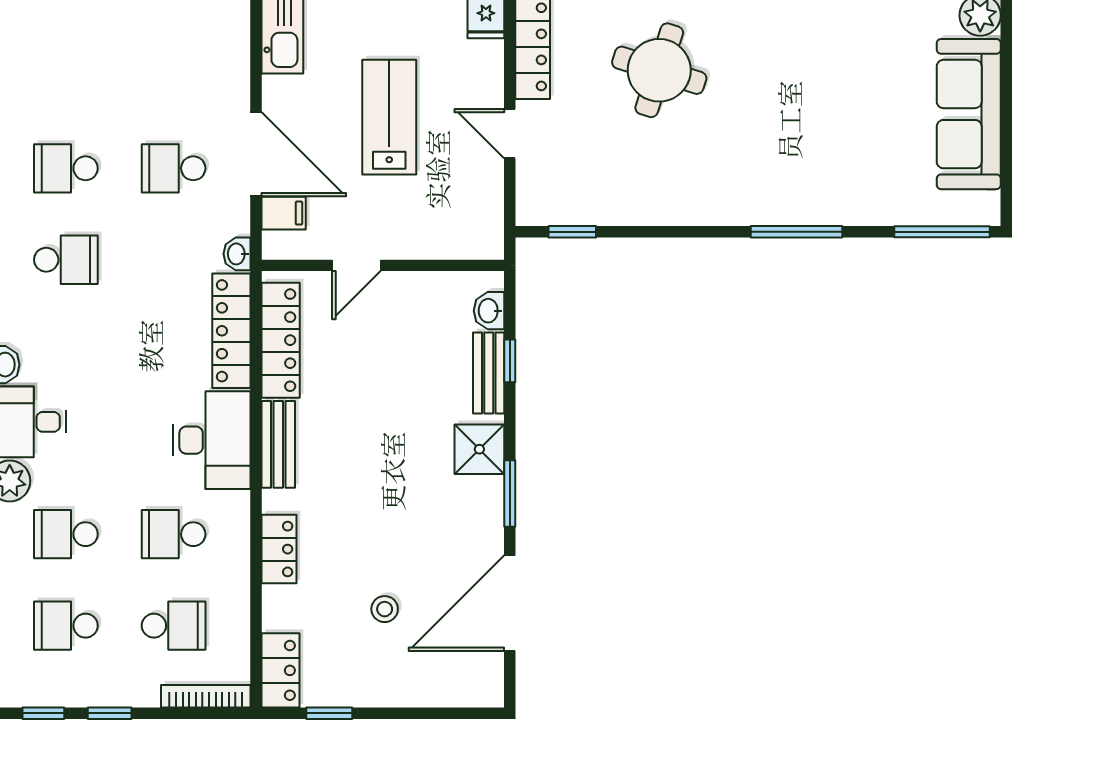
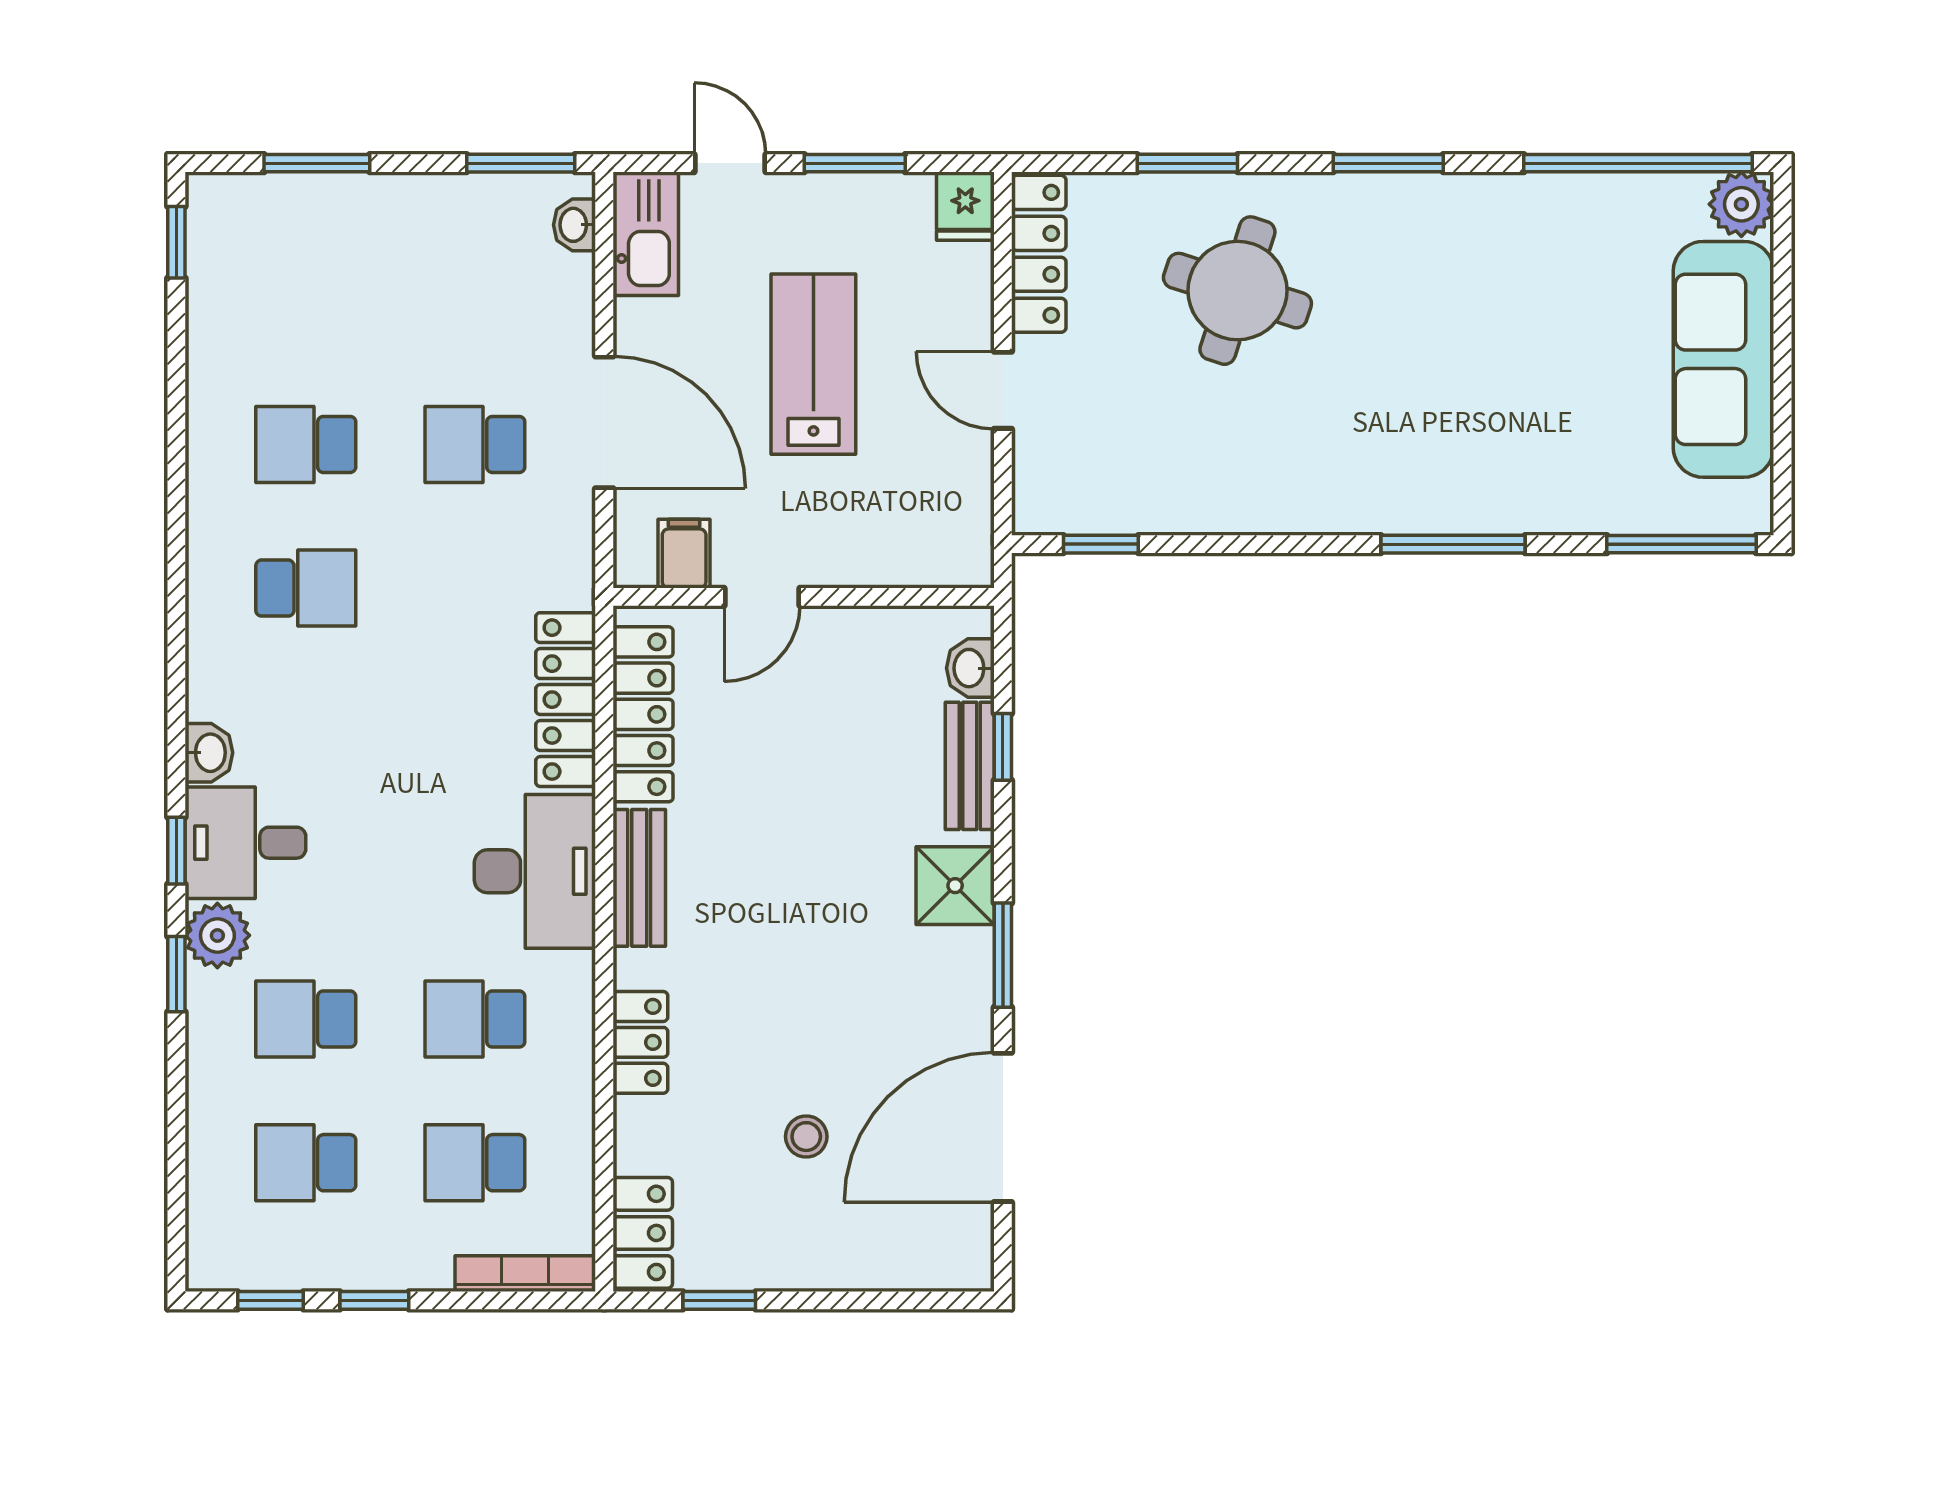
filing cabinet: (284, 213) -> (684, 554), moved, turned -90
washbasin: (237, 254) -> (575, 225), moved
school desk: (174, 626) -> (475, 1163), turned 180

